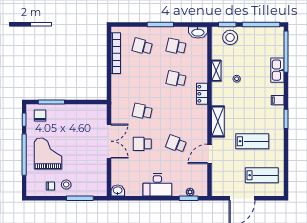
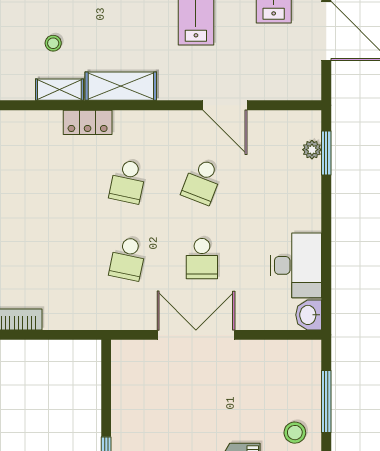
shelving: (216, 71) -> (59, 90), moved
school desk: (176, 79) -> (128, 182), moved
shelving: (218, 121) -> (121, 86), moved
desk: (157, 185) -> (296, 265), moved

